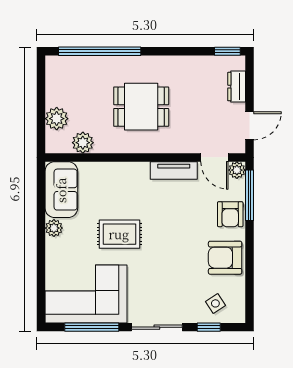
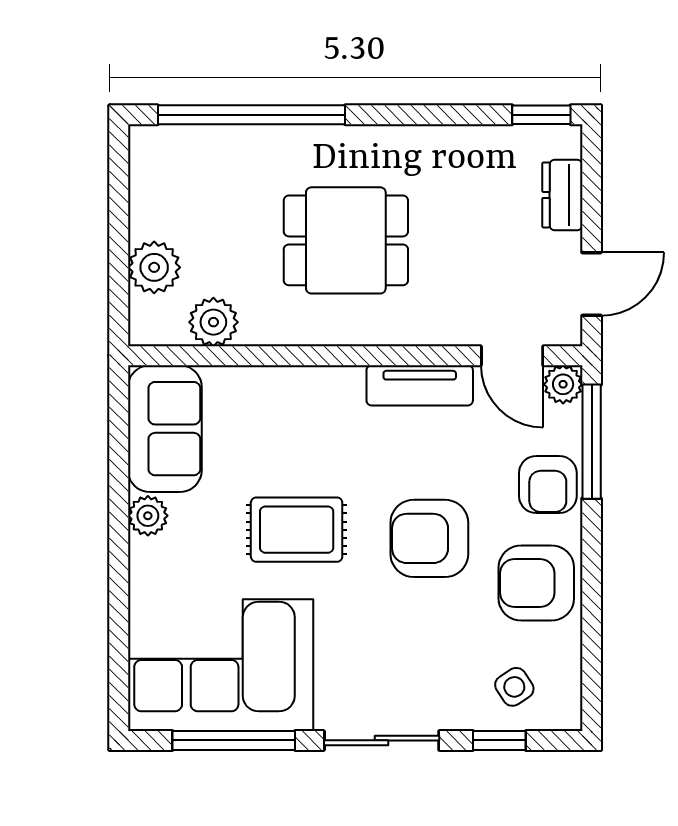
armchair: (178, 238) -> (429, 538), added

